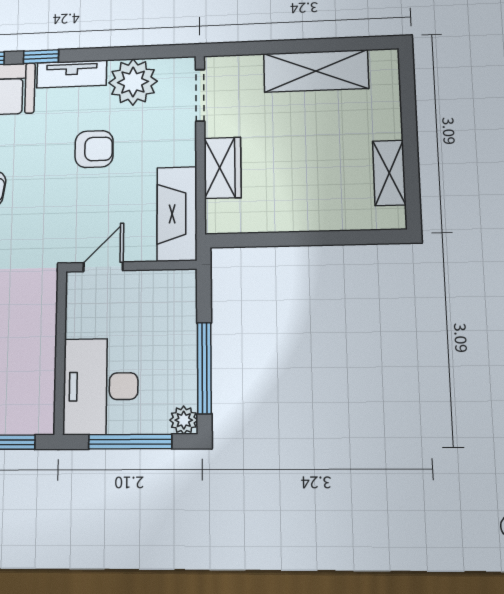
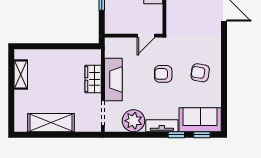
armchair: (94, 149) -> (163, 74), moved
fireplace: (177, 214) -> (113, 80), moved

